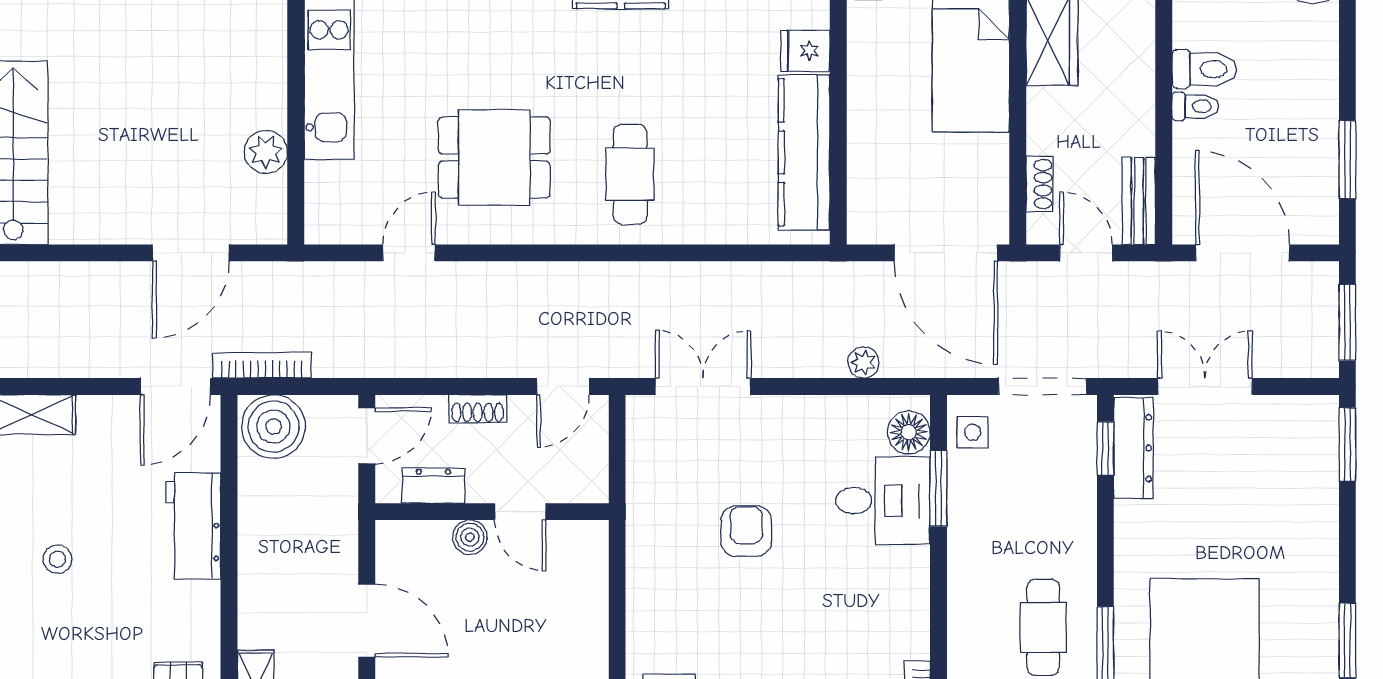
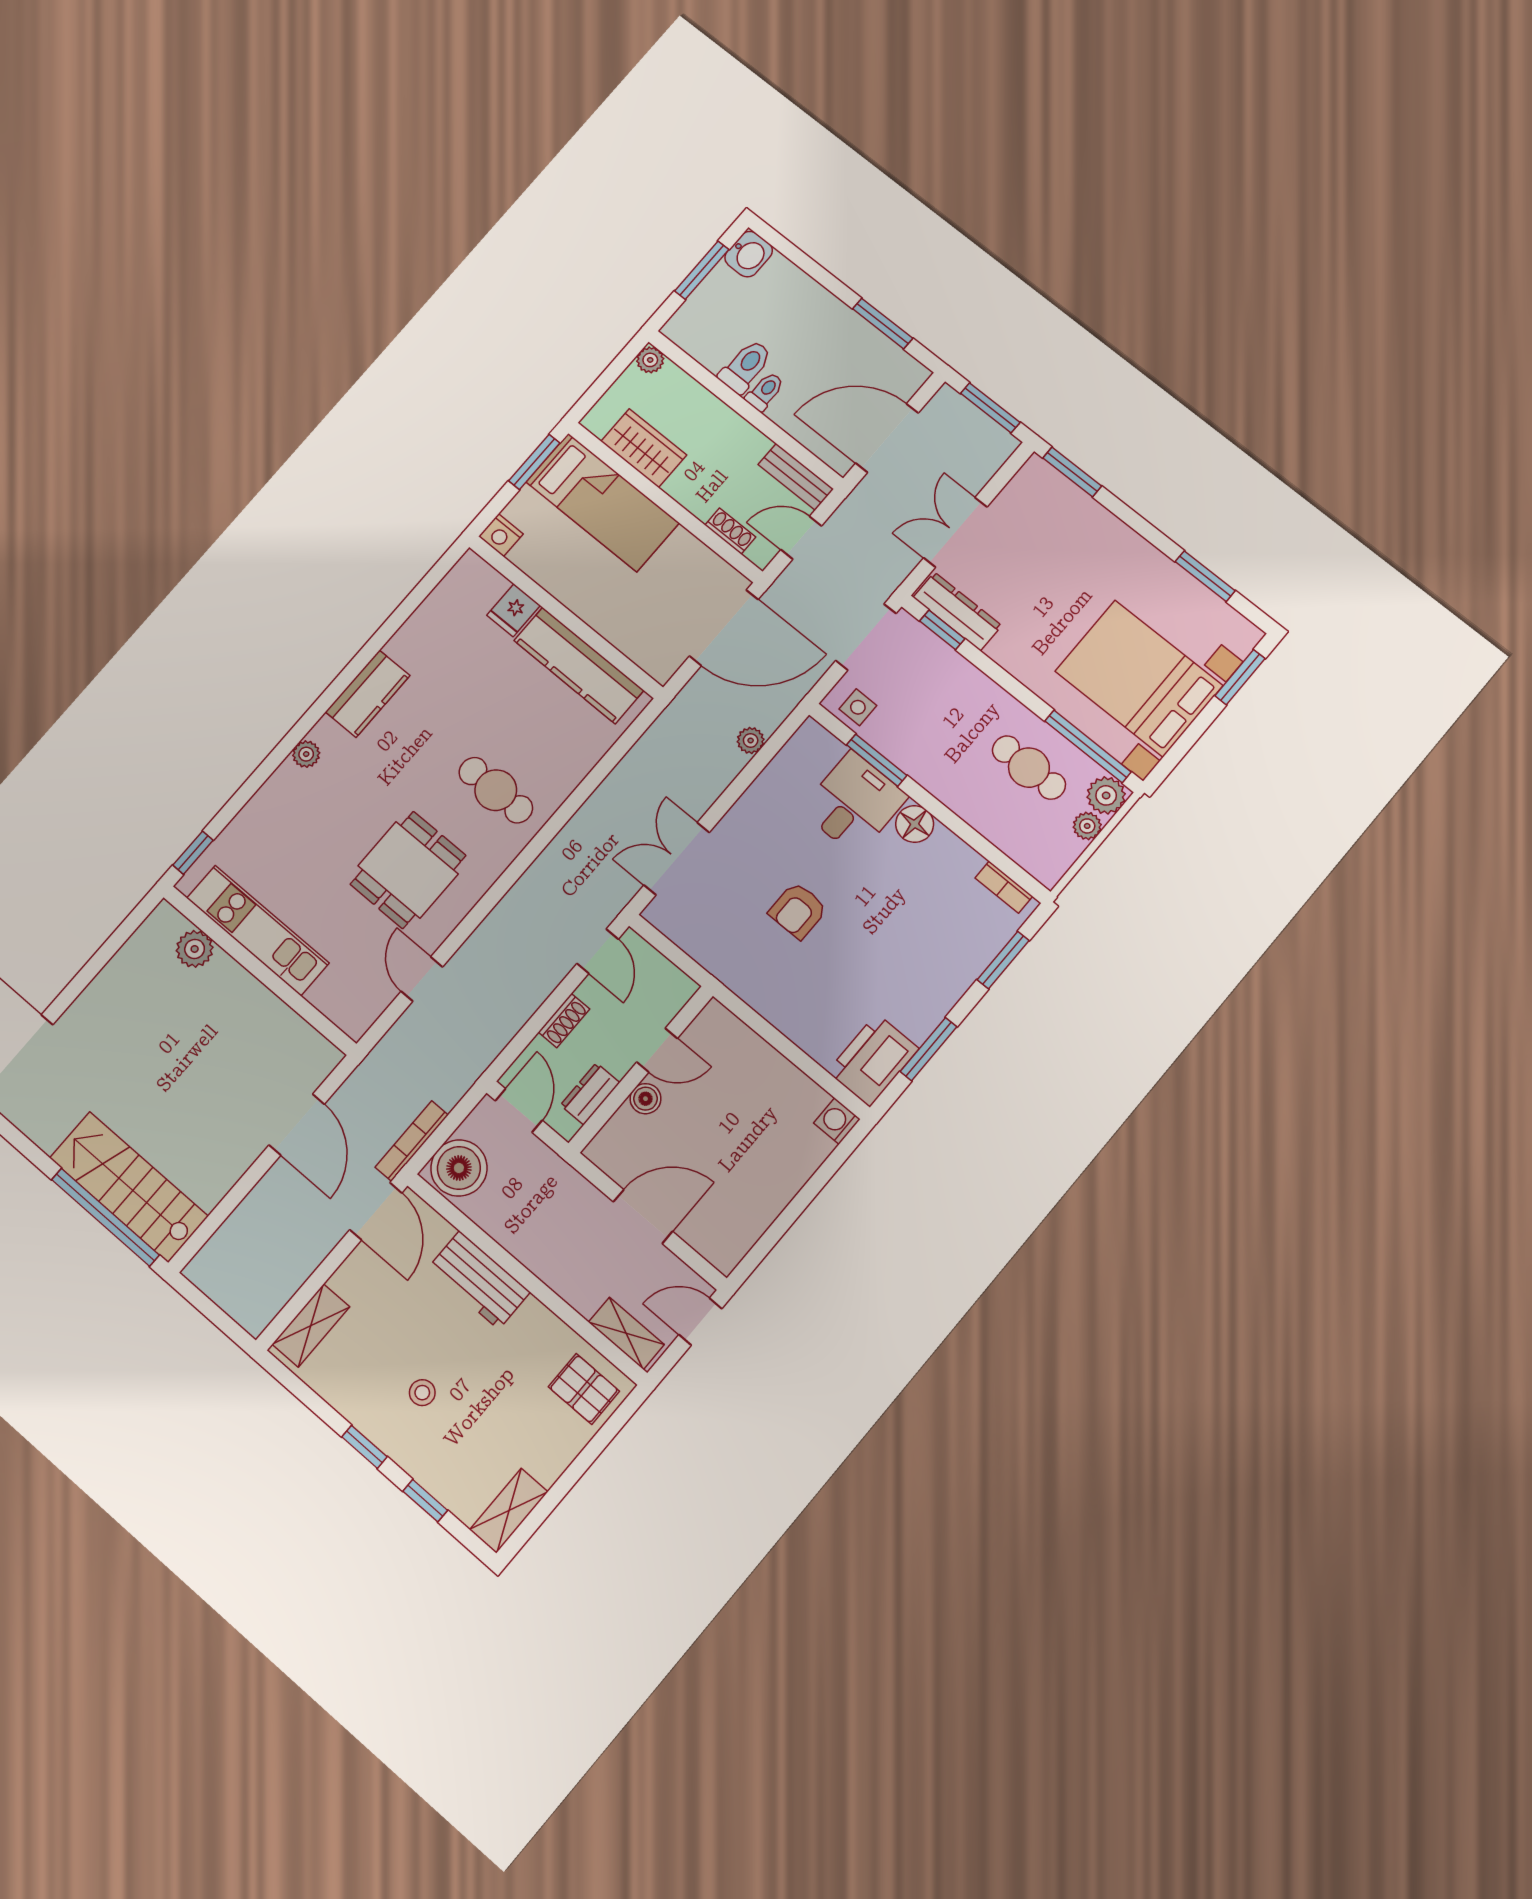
plant: (266, 152) -> (195, 949), moved
floor lamp: (909, 432) -> (915, 824), moved
armchair: (746, 531) -> (798, 910), turned -90

